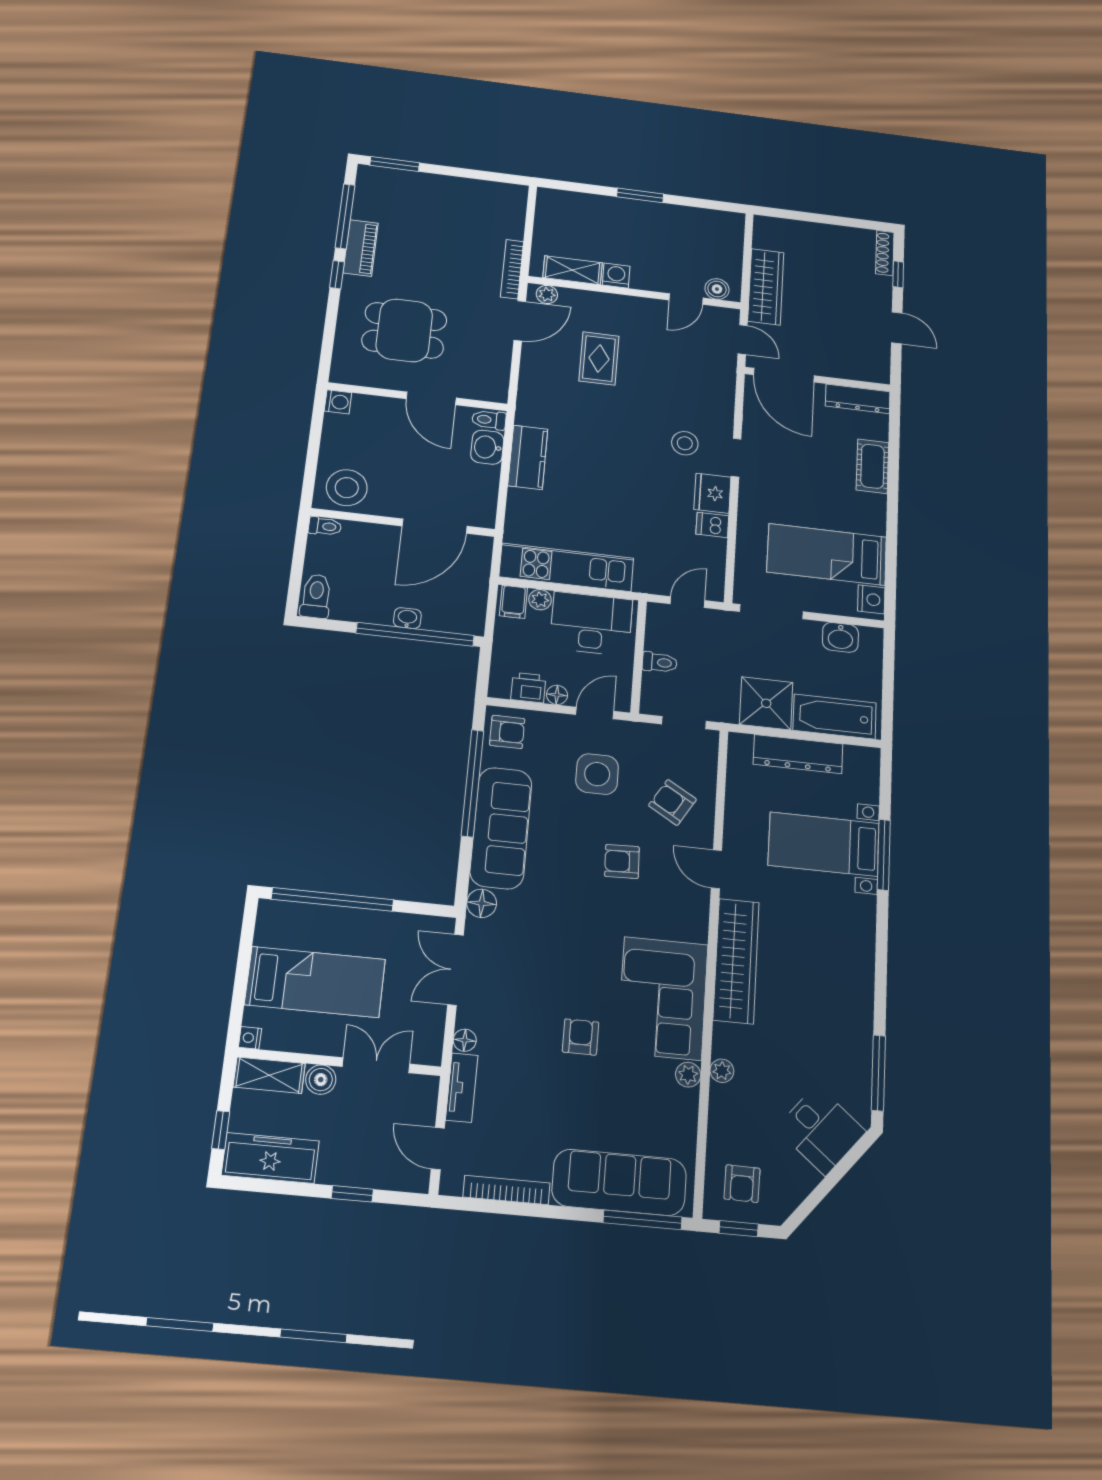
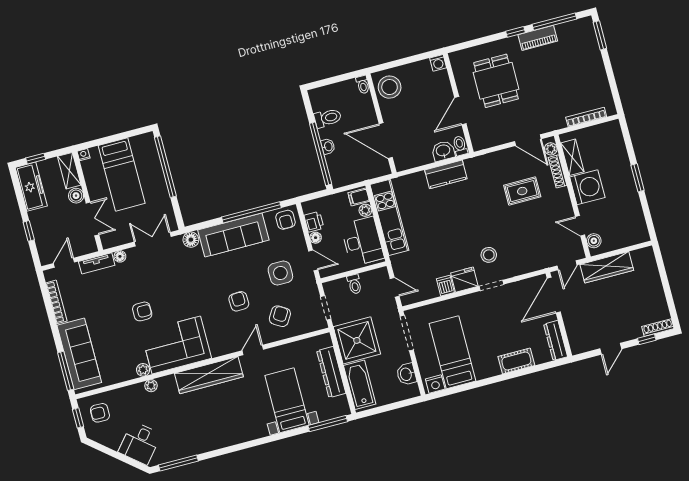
bookcase: (512, 269) -> (586, 117), moved
washing machine: (616, 276) -> (587, 187), width x1.89, depth x1.89
shoe rack: (587, 298) -> (558, 171), added
toilet: (316, 596) -> (328, 118), moved
shower: (766, 703) -> (357, 340), width x1.37, depth x1.37
window: (884, 855) -> (328, 424), moved

